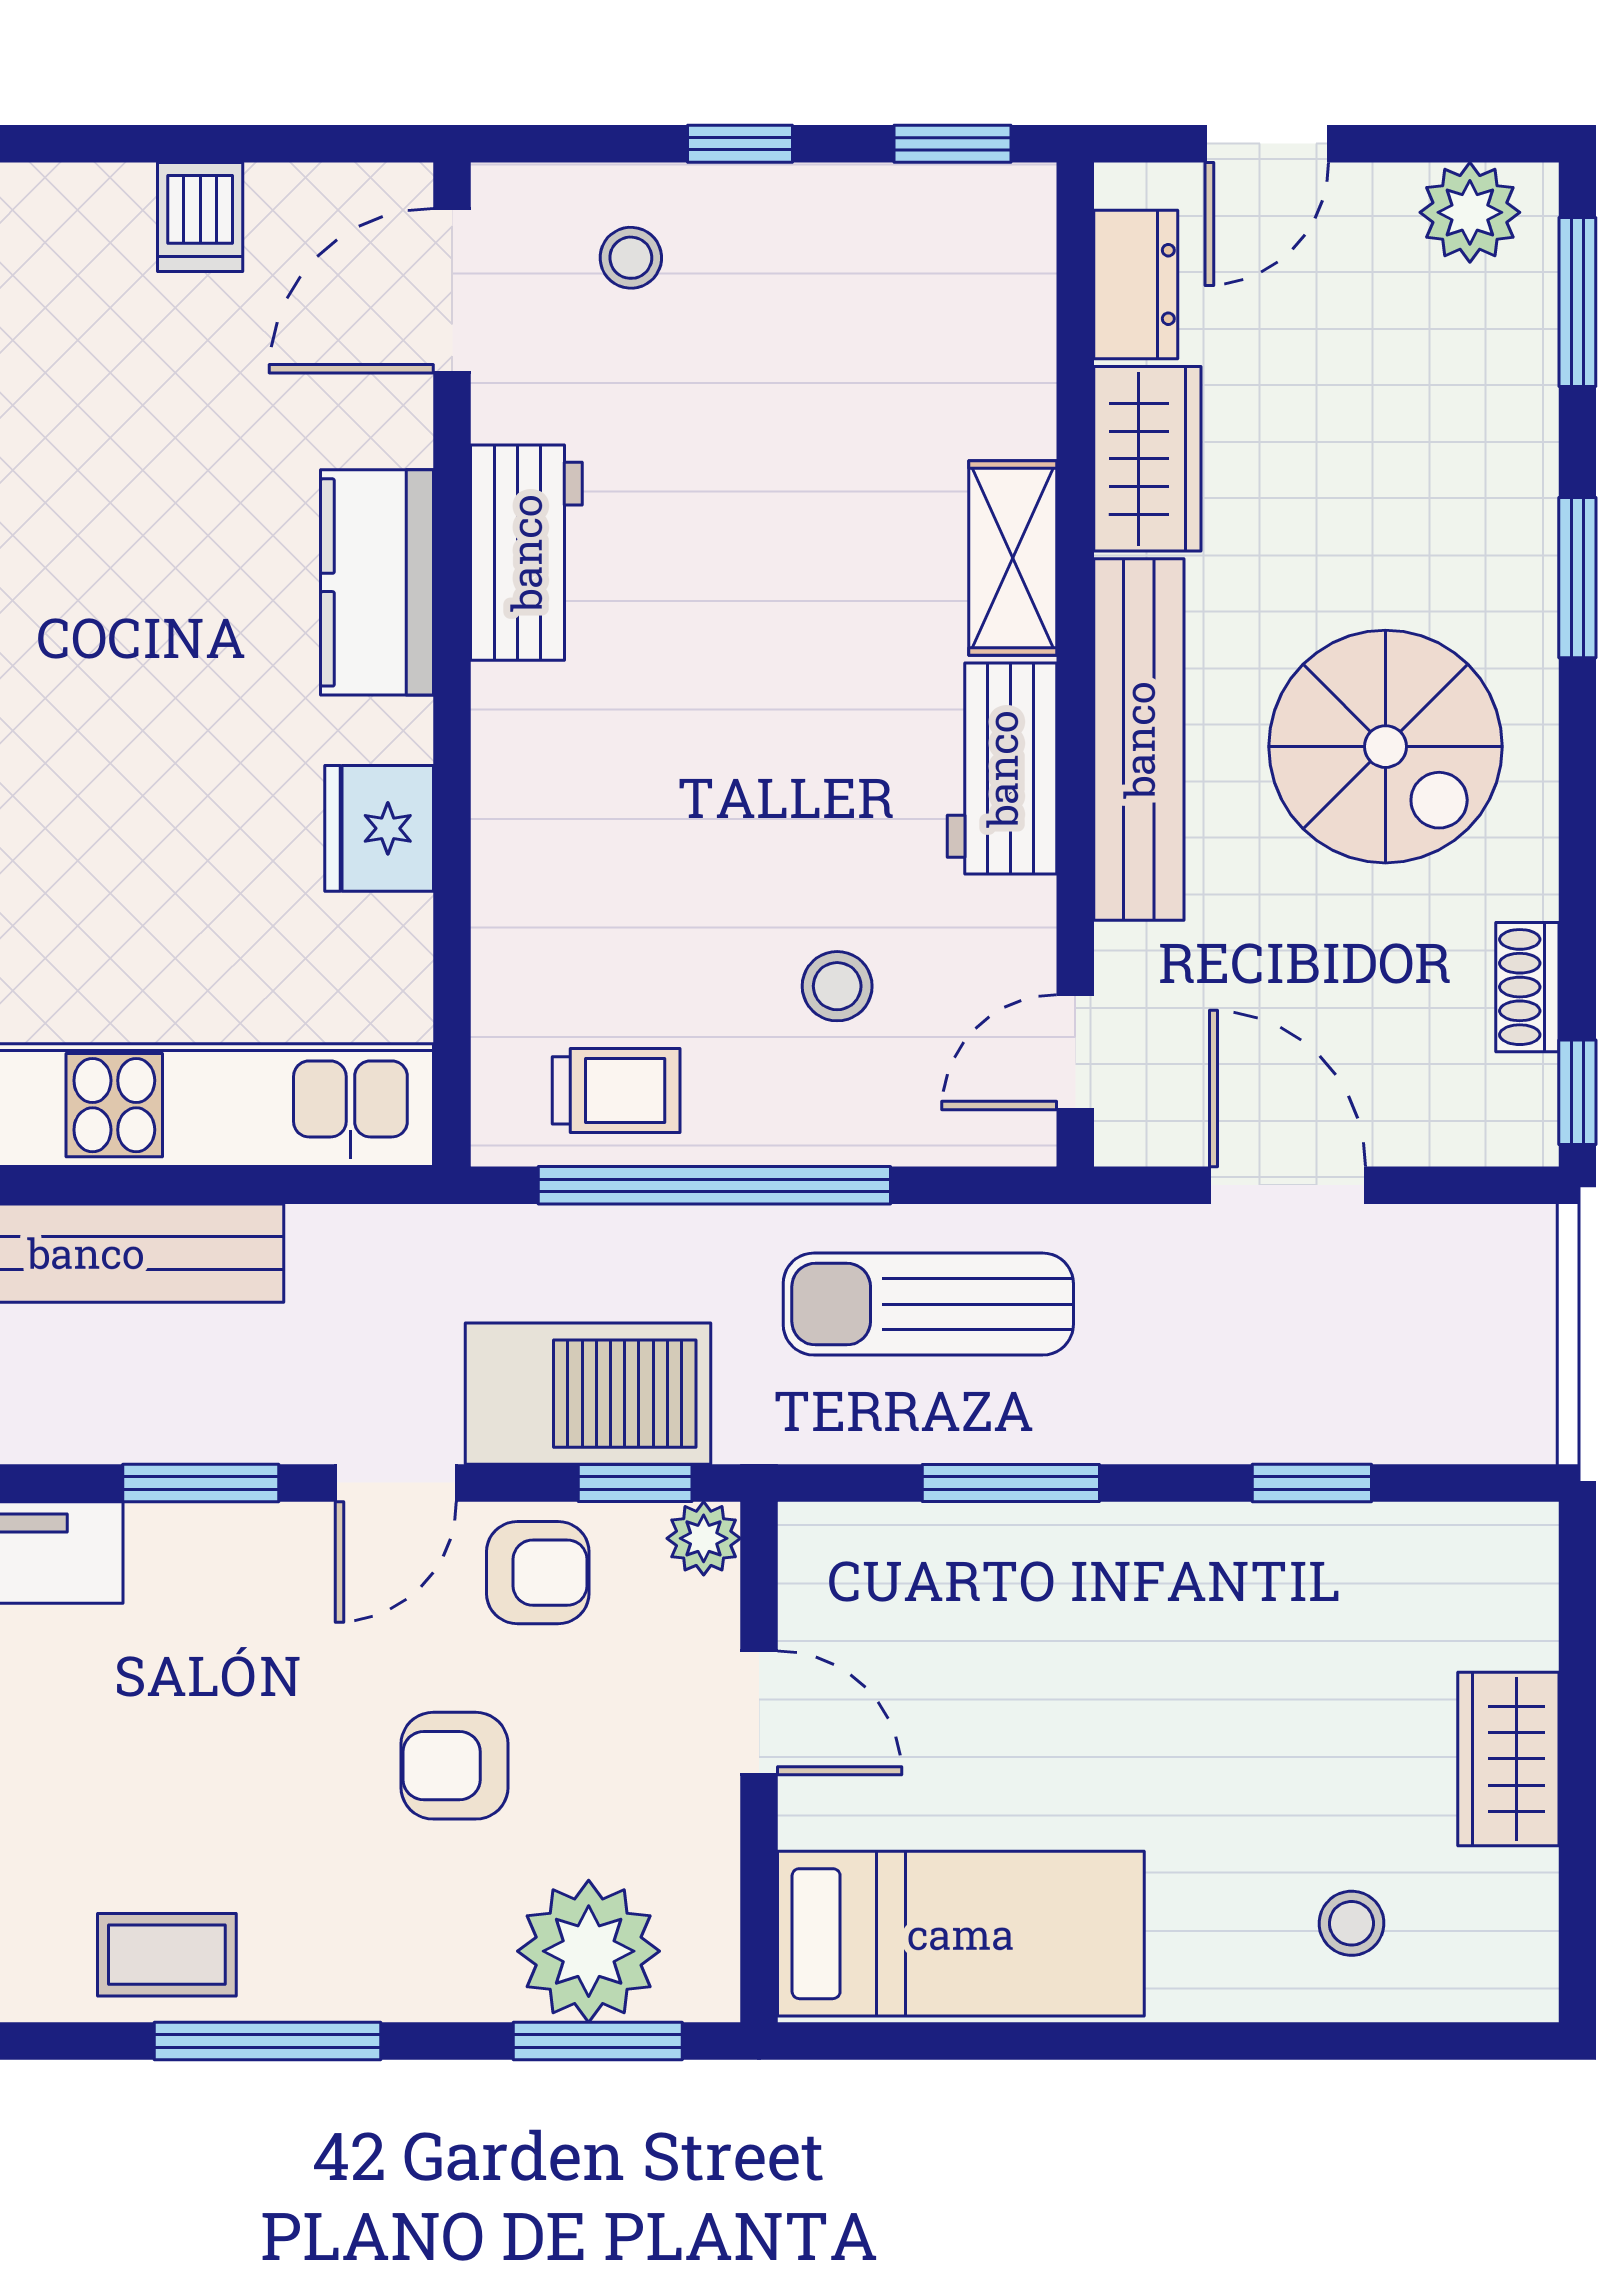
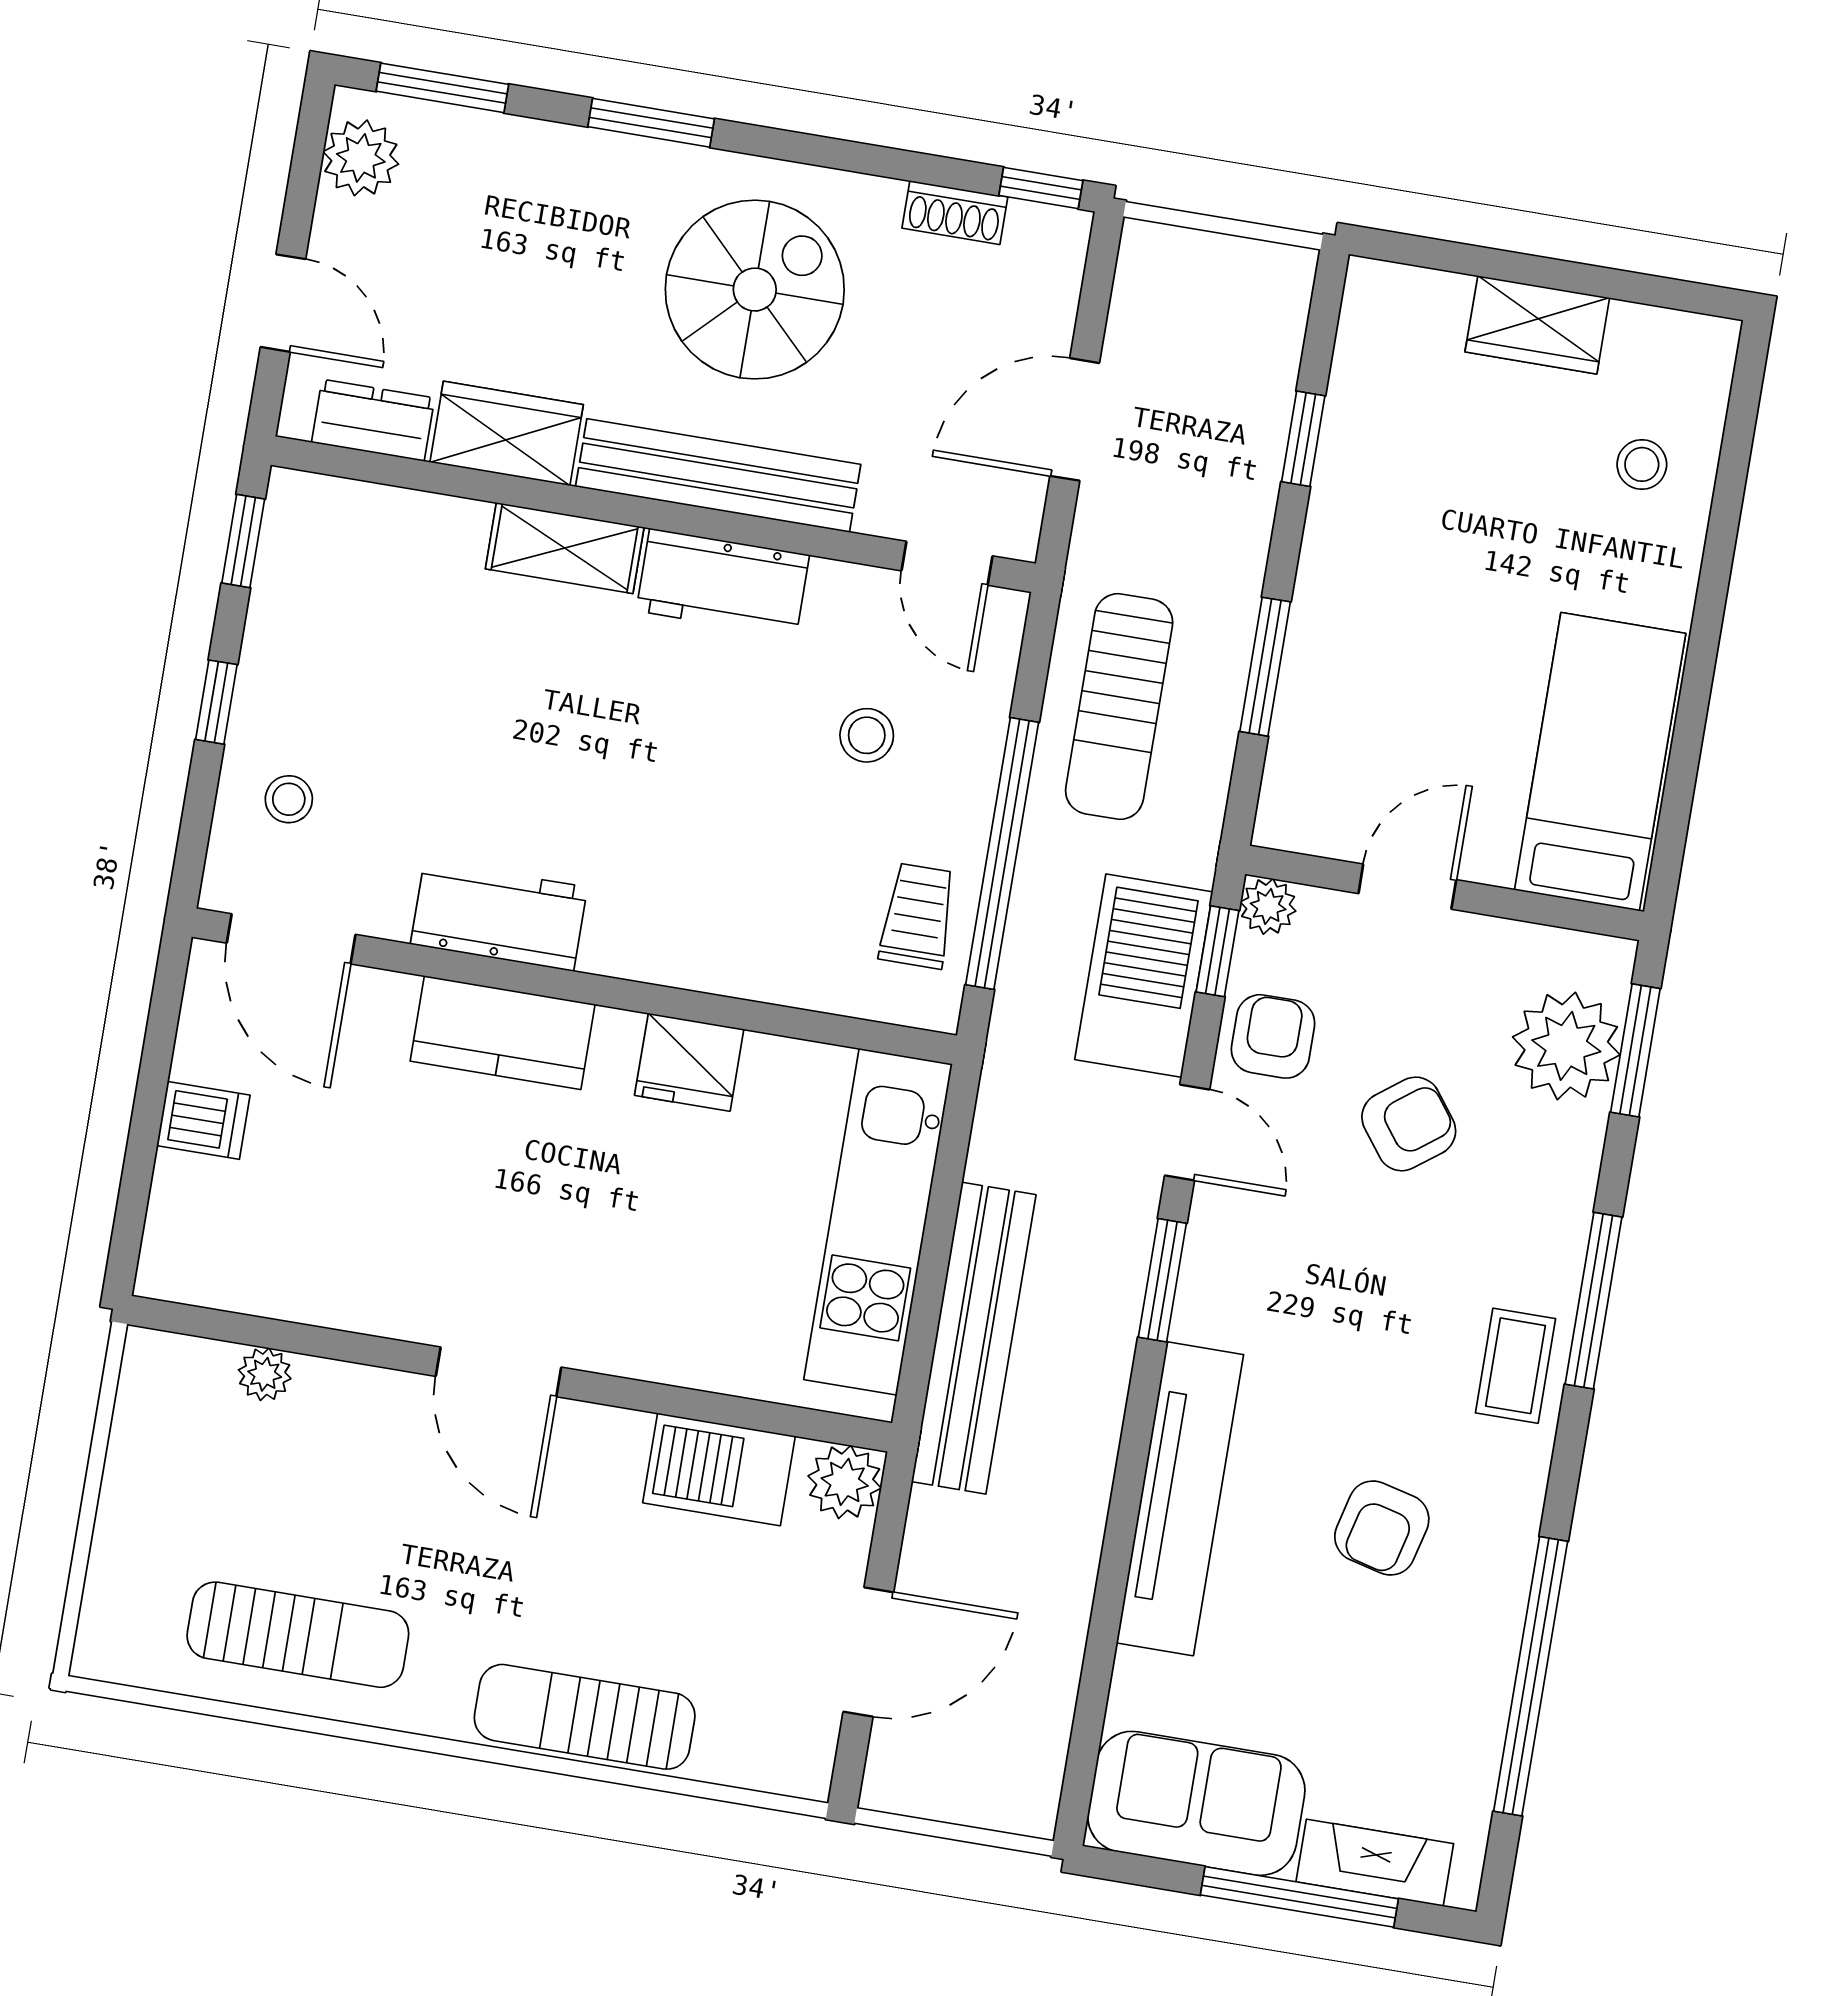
armchair: (454, 1766) -> (1409, 1124), turned -127

